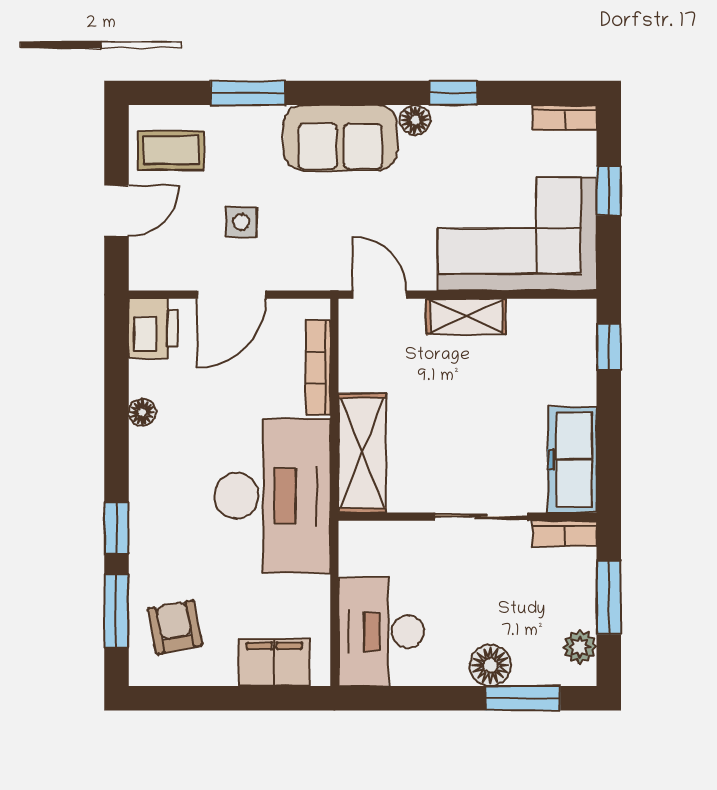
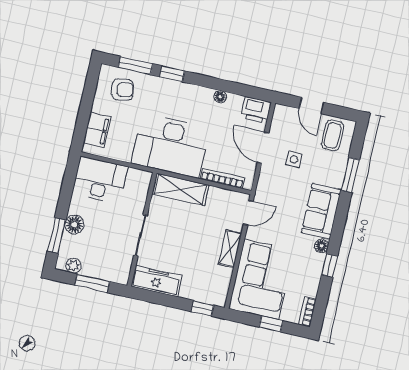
bookcase: (565, 533) -> (125, 270), removed

